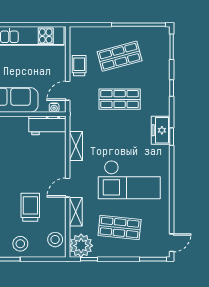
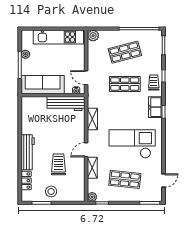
plant: (77, 34) -> (93, 36), added
trolley: (79, 66) -> (154, 82), moved
door: (68, 91) -> (86, 78), hinge flipped
workbench: (47, 125) -> (66, 103), width x1.38
checkout: (129, 180) -> (132, 144), turned 180
stool: (55, 240) -> (77, 188), removed
door: (172, 243) -> (163, 181), moved
plant: (81, 246) -> (92, 197), width x0.53, depth x0.53

